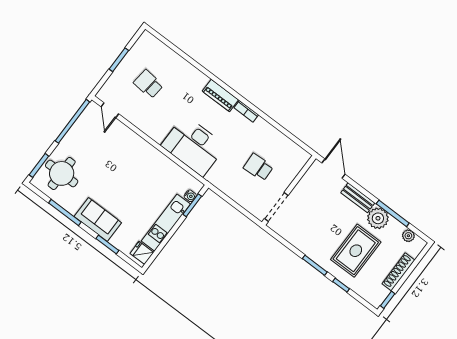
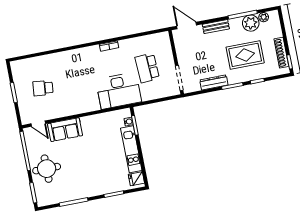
piano: (220, 95) -> (87, 53), removed
desk: (193, 146) -> (119, 91), moved
school desk: (258, 167) -> (147, 68), width x1.85
round table: (62, 173) -> (47, 169), moved
plant: (378, 218) -> (251, 23), moved
sofa: (98, 220) -> (65, 130), moved, turned 180
dresser: (302, 244) -> (214, 82), added
rug: (356, 251) -> (245, 55), turned 90
shoe rack: (398, 272) -> (281, 53), moved

